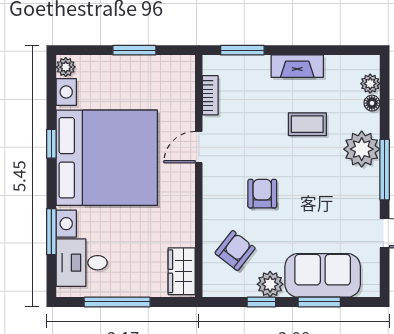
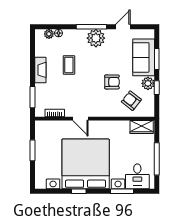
plant: (66, 67) -> (41, 184), removed
plant: (362, 149) -> (96, 38), moved
armchair: (262, 194) -> (112, 82), moved, turned 180

